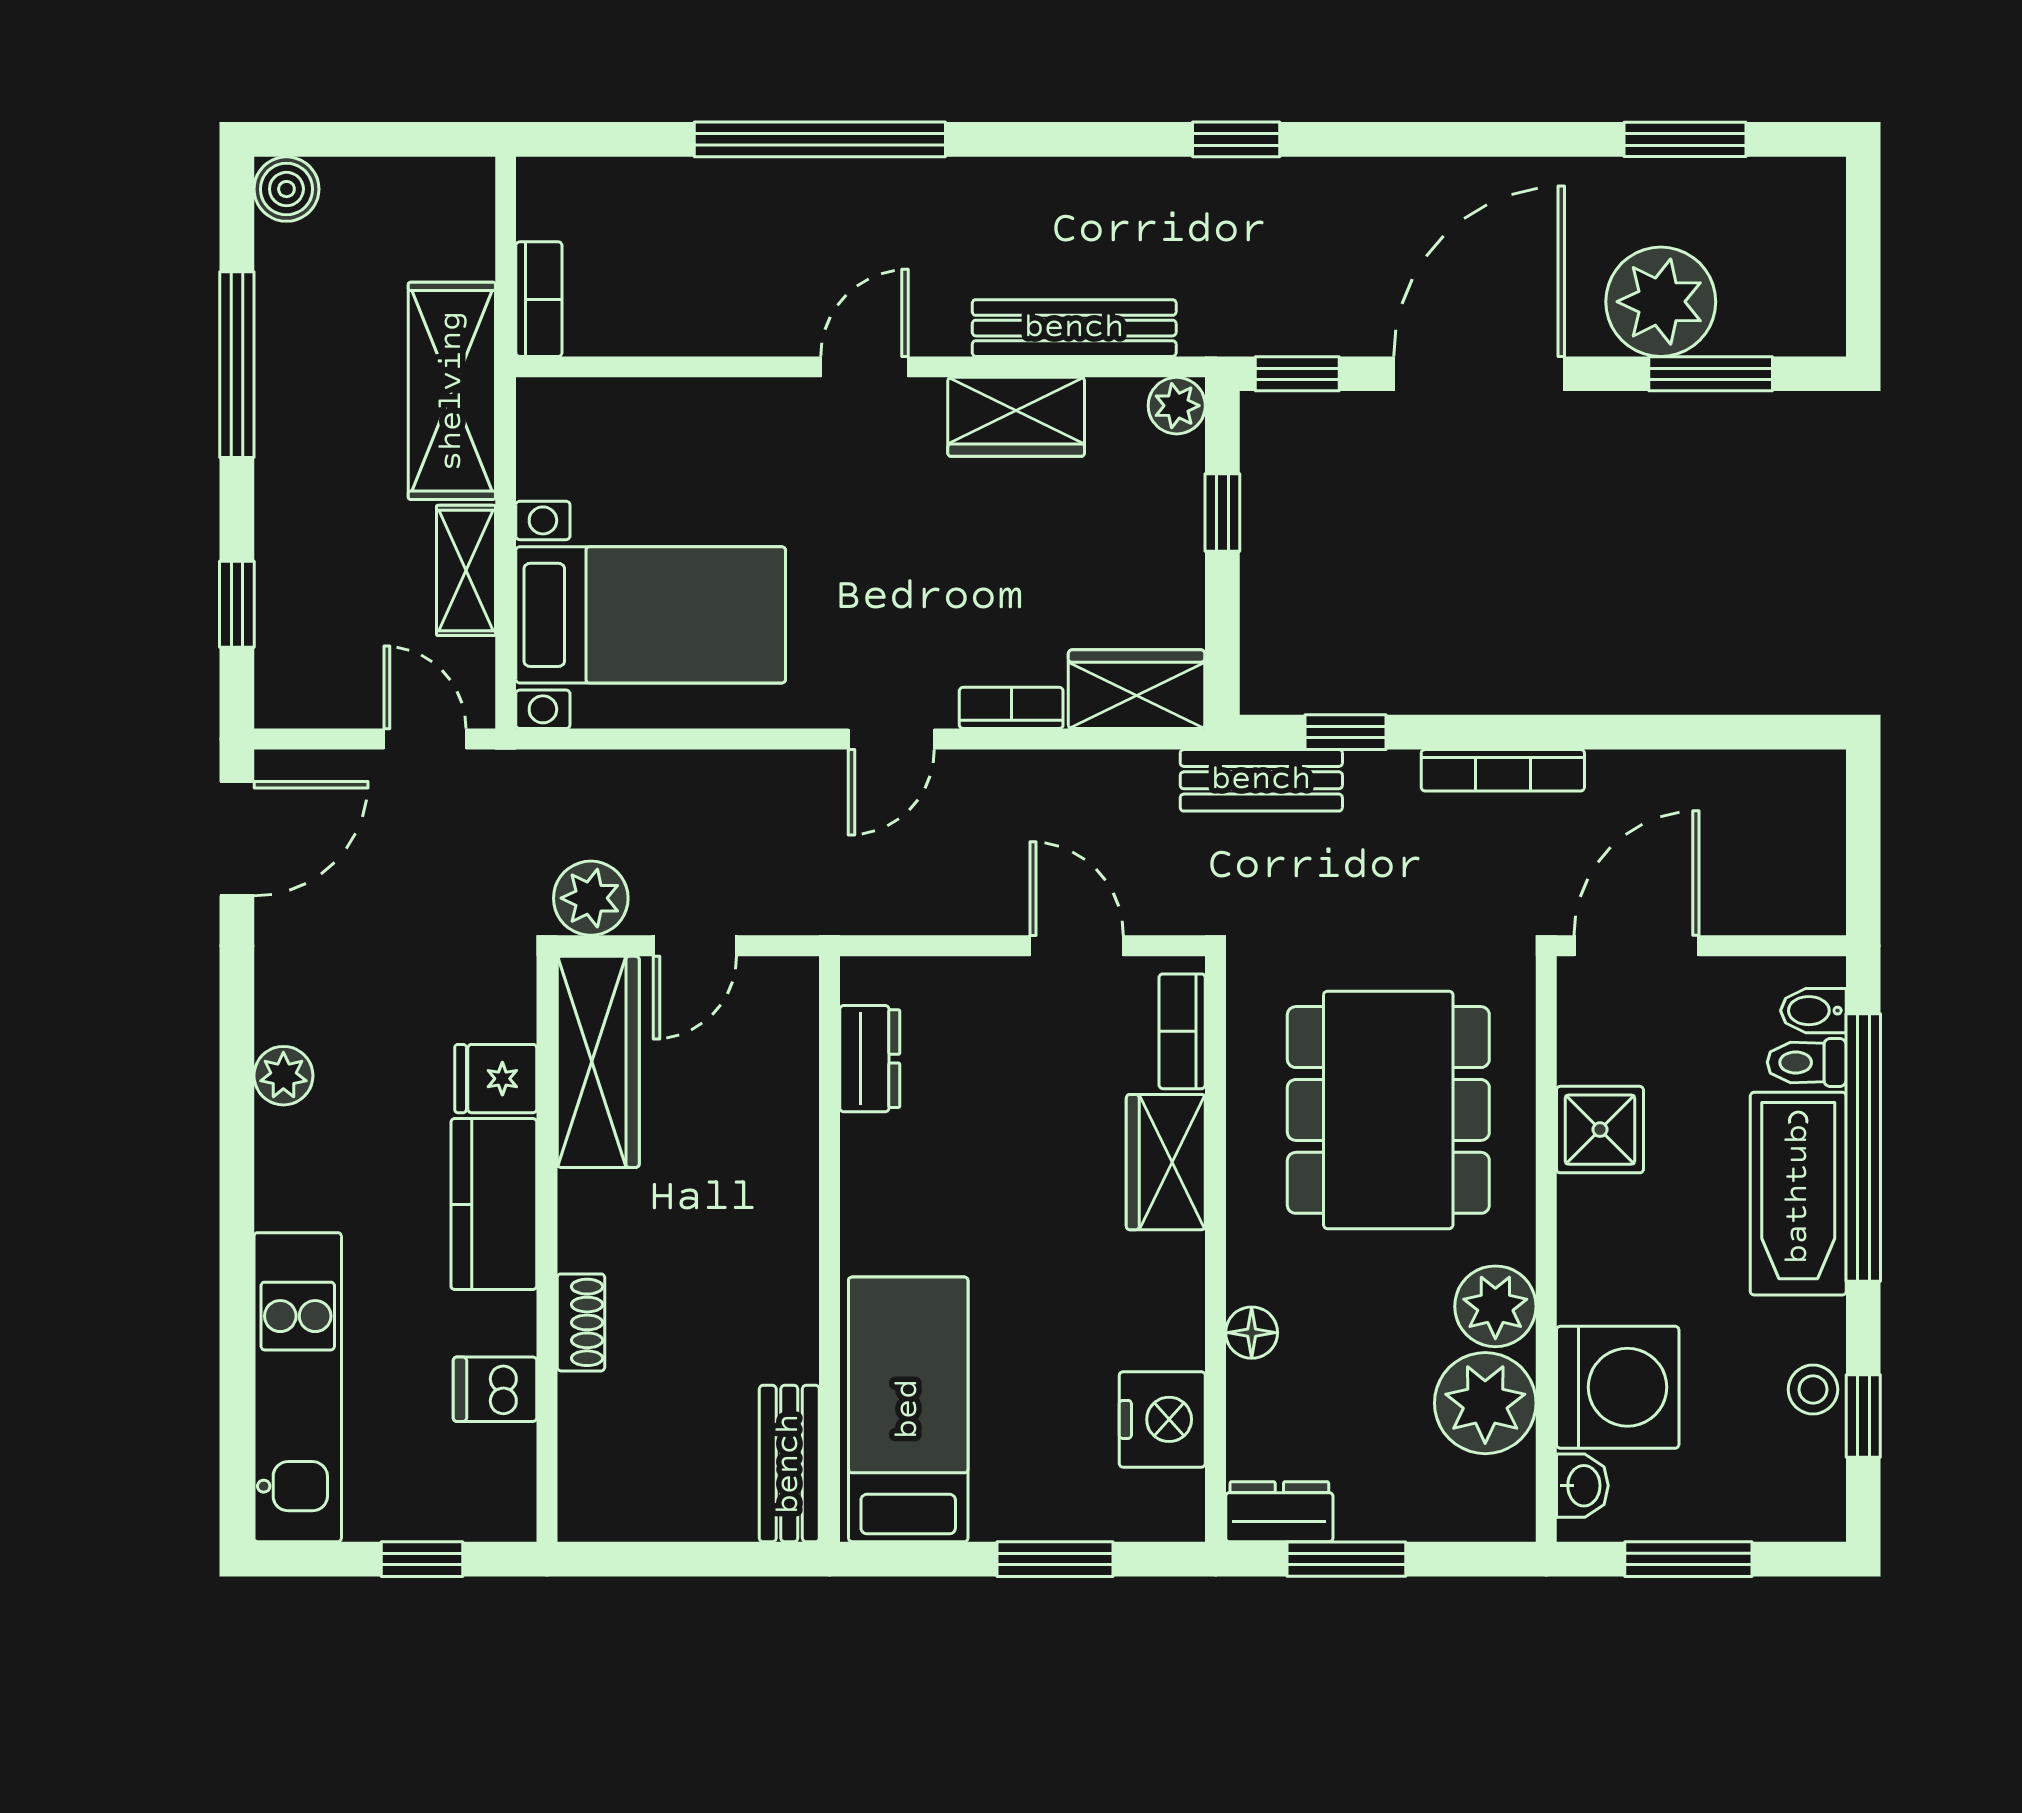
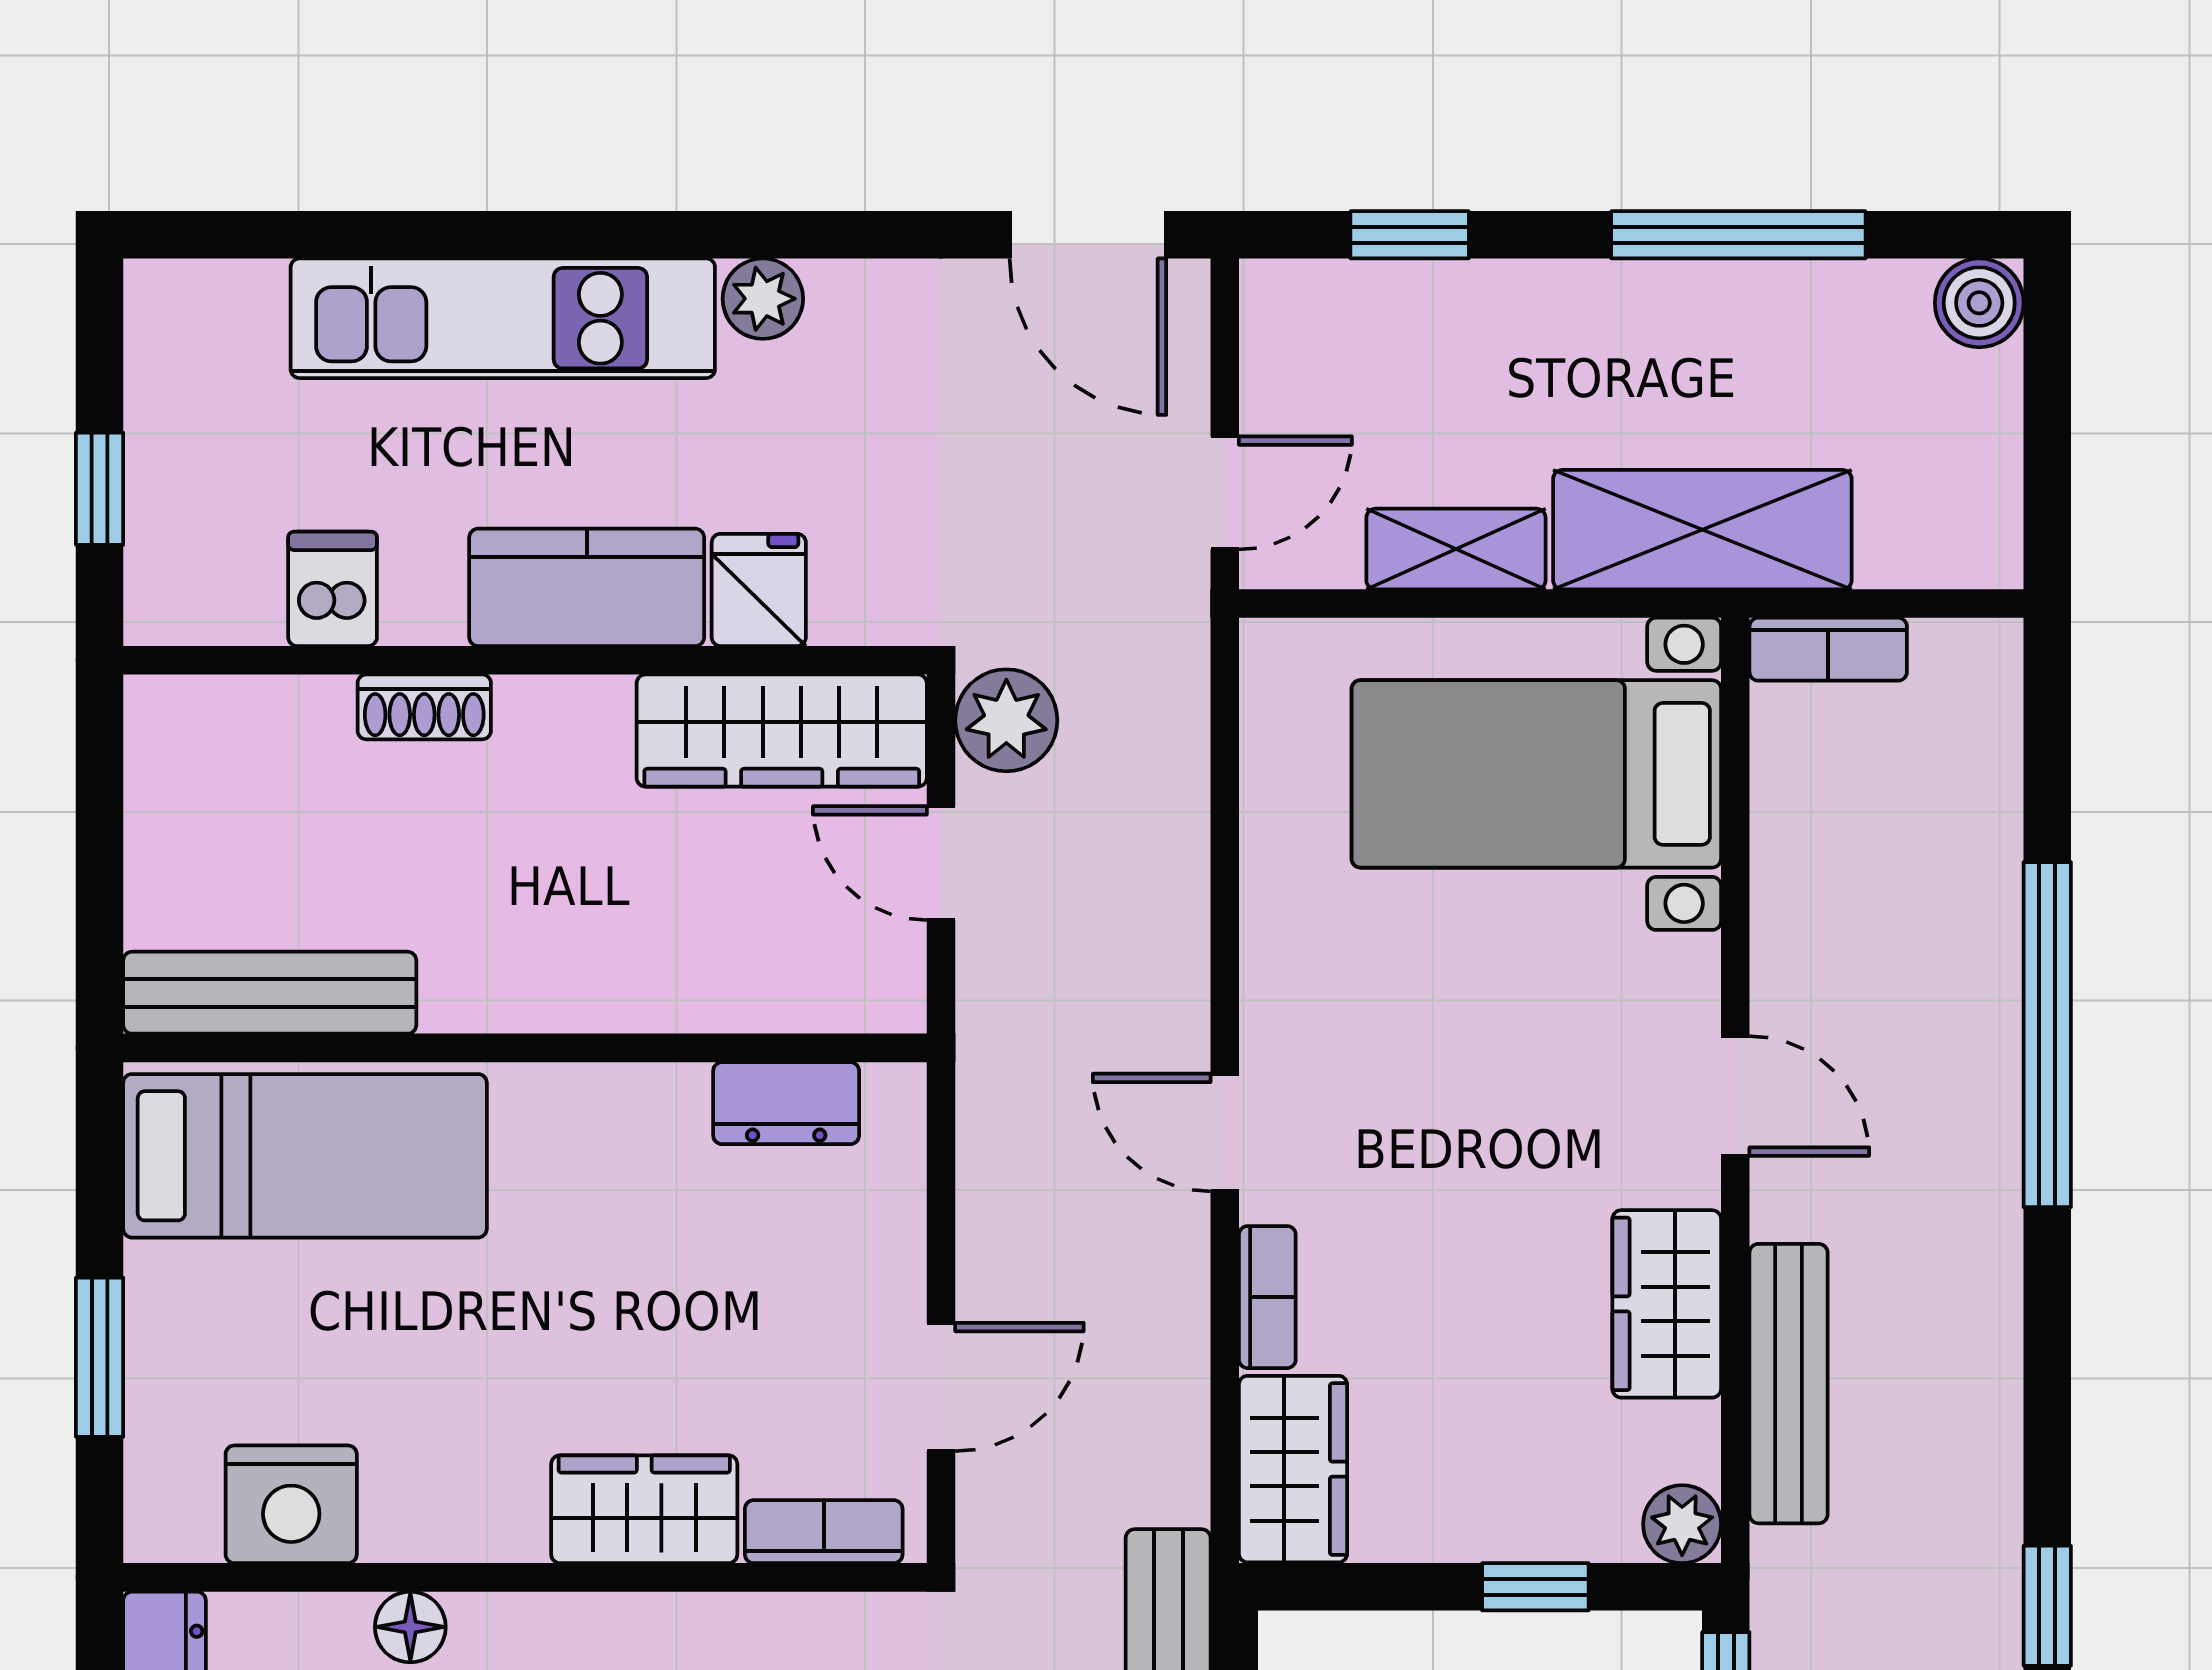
bed with nightstands: (651, 615) -> (1536, 774), moved, turned 90
kitchen unit: (298, 1387) -> (503, 318), moved
bench: (789, 1464) -> (270, 993), width x1.36

